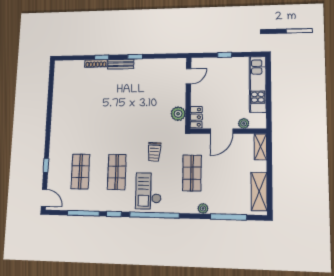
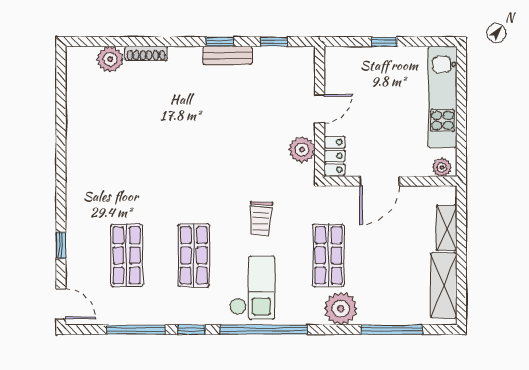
window: (102, 57) -> (274, 42), moved
bench: (121, 64) -> (228, 56), moved
plant: (77, 67) -> (110, 59), added
door: (188, 76) -> (320, 109), moved
plant: (244, 123) -> (442, 167), moved
shelving: (260, 147) -> (446, 228), moved
checkout: (149, 191) -> (252, 288), turned 180
plant: (203, 208) -> (341, 309), width x1.87, depth x1.87

